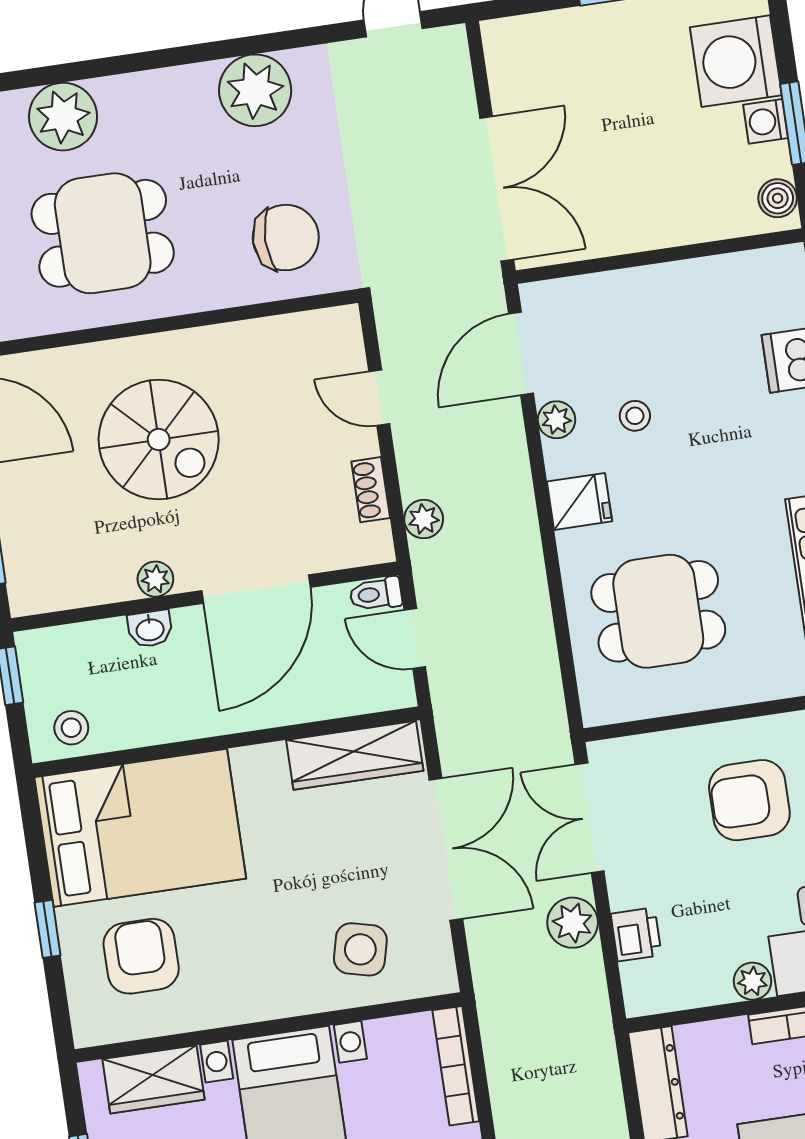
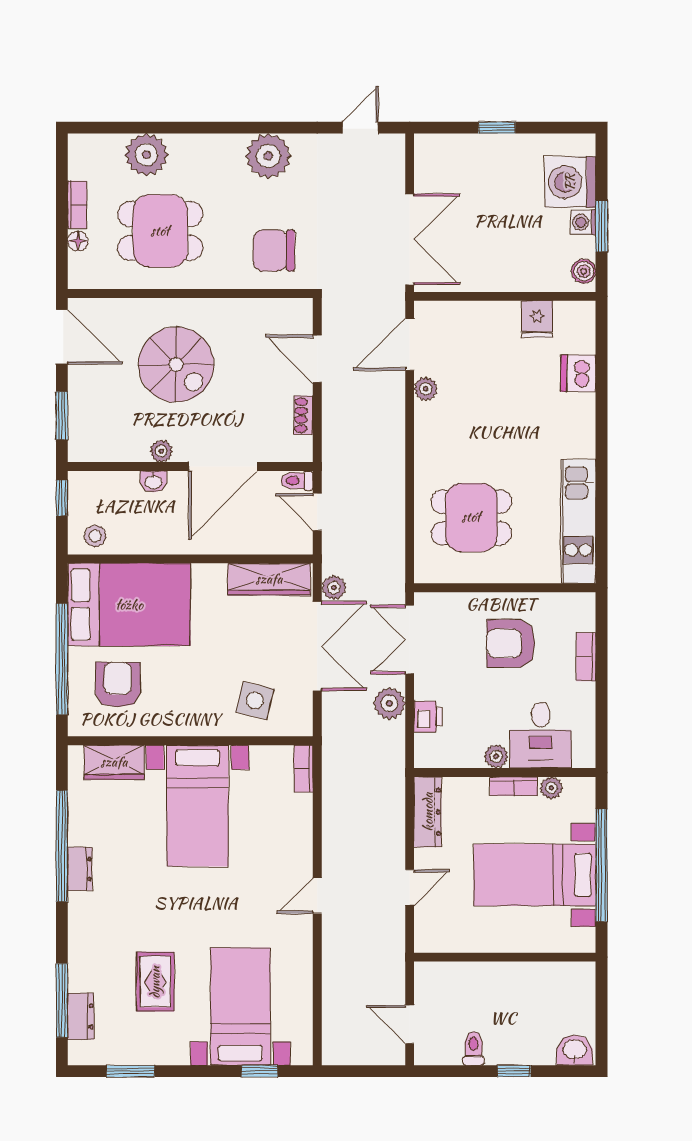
chair: (286, 238) -> (274, 250), turned 180
door: (379, 398) -> (317, 359), width x1.38
stool: (635, 416) -> (475, 394), removed
fridge: (579, 501) -> (537, 319), moved, turned 90
plant: (424, 519) -> (334, 588), moved
window: (48, 929) -> (62, 659), width x3.17
bookcase: (456, 1066) -> (304, 769), width x0.64

